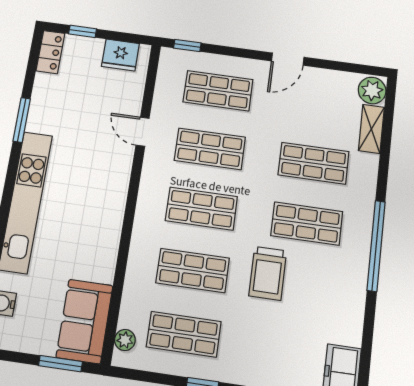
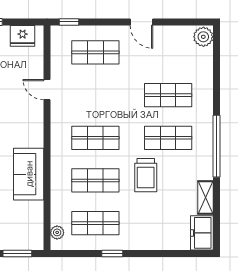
door: (288, 59) -> (142, 22), hinge flipped
shelving: (371, 129) -> (205, 197), moved
shop shelf: (210, 149) -> (95, 95), removed
sofa: (85, 321) -> (29, 174), moved

